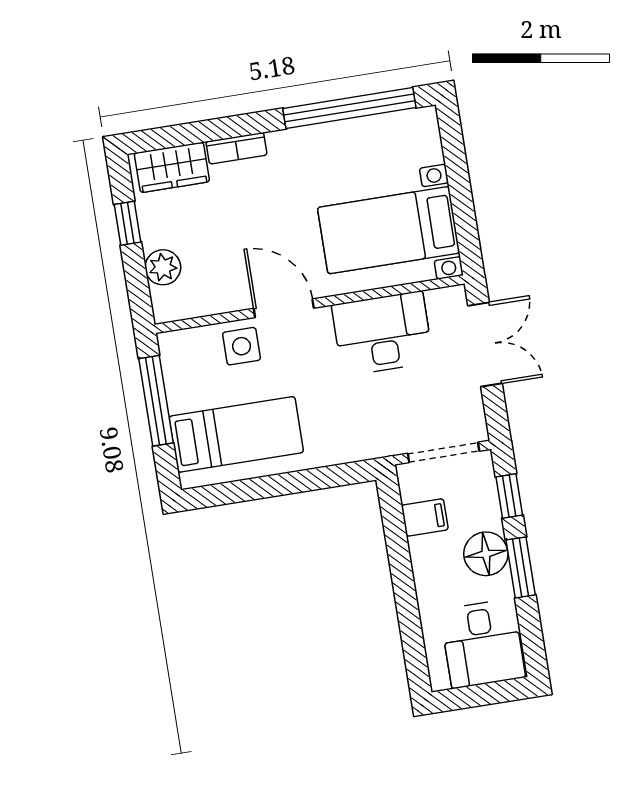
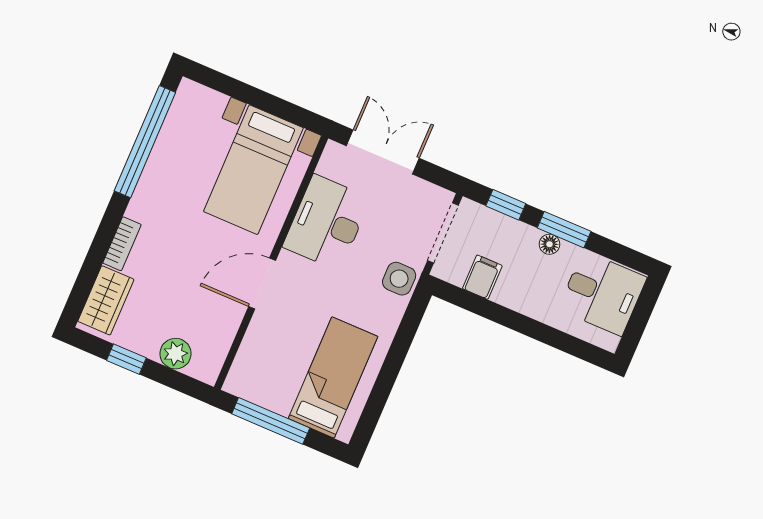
side table: (242, 346) -> (399, 279), moved
floor lamp: (486, 554) -> (549, 244), width x0.53, depth x0.53

